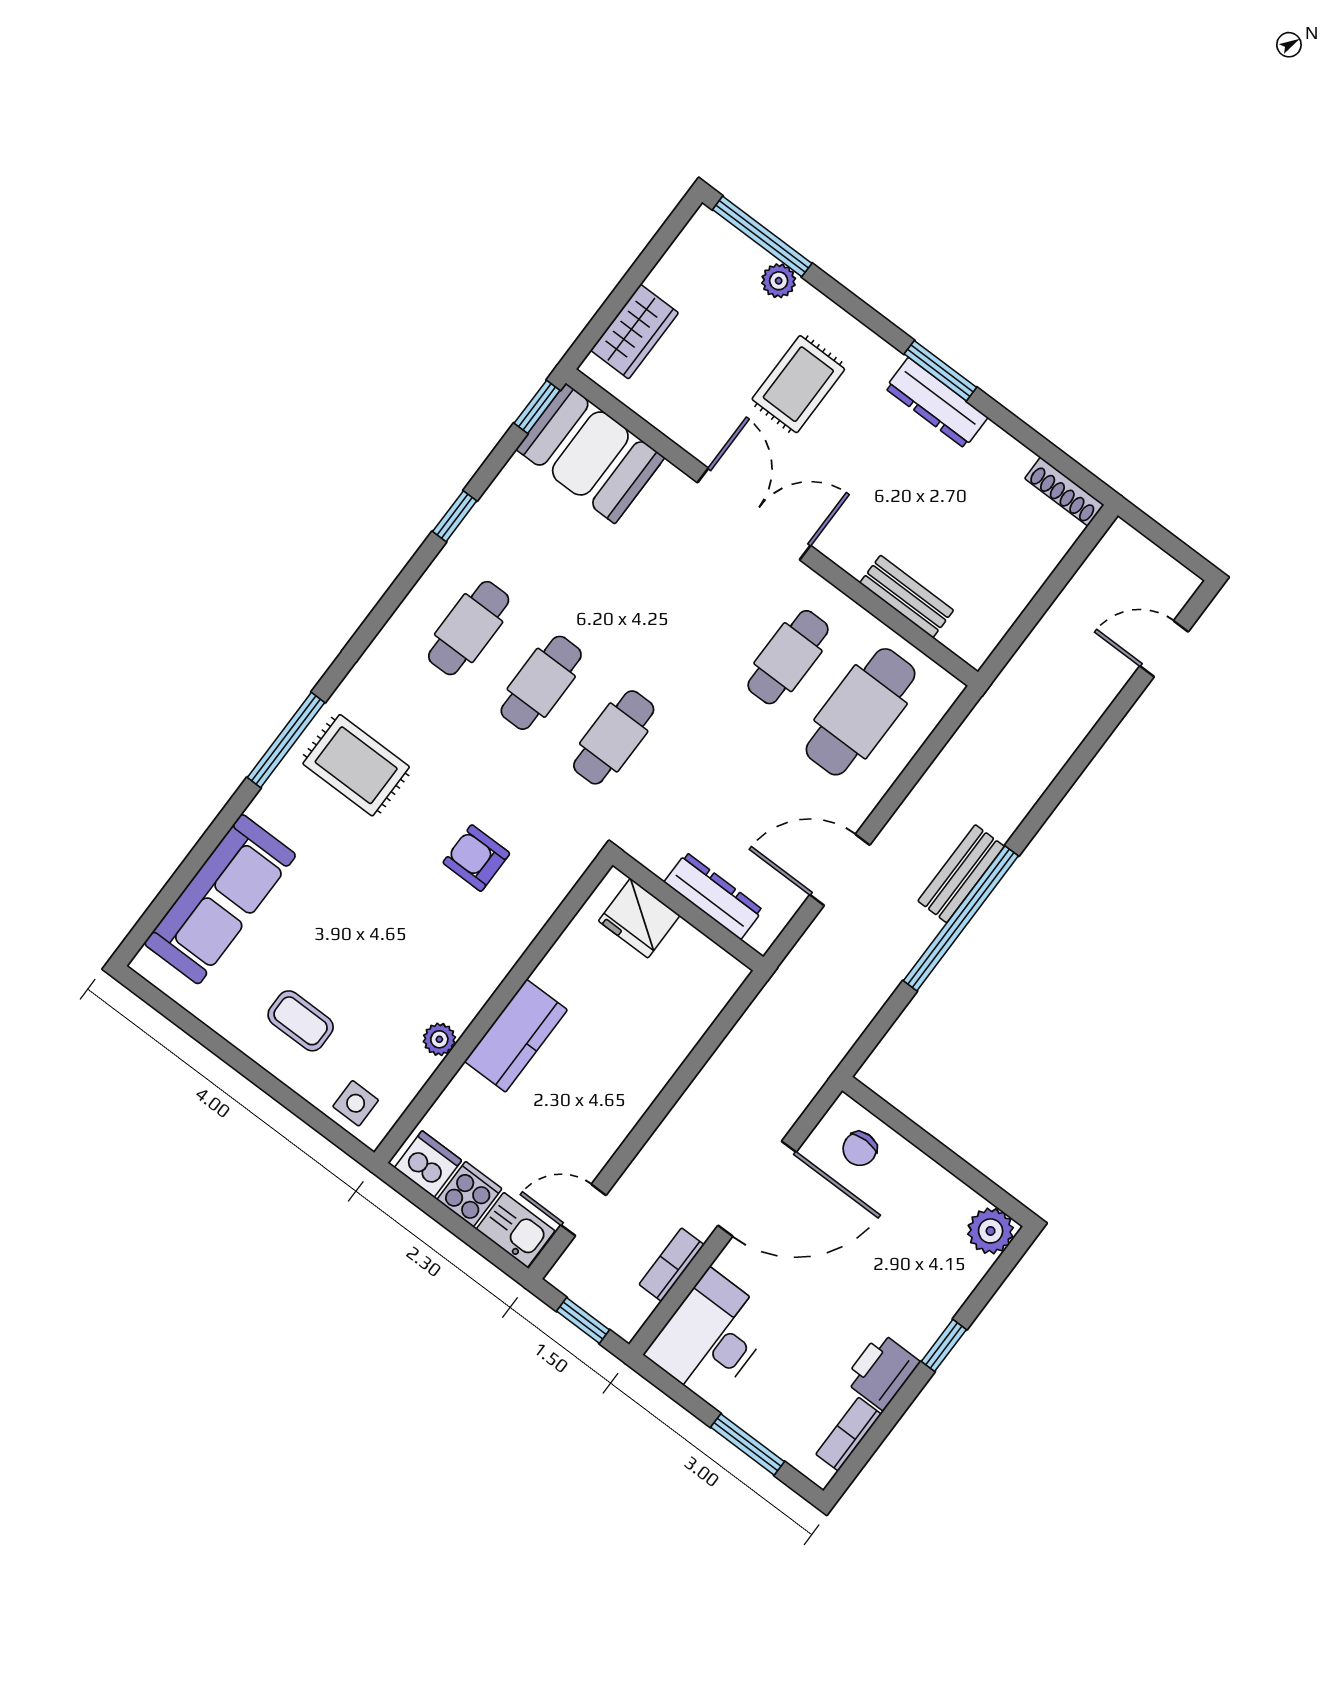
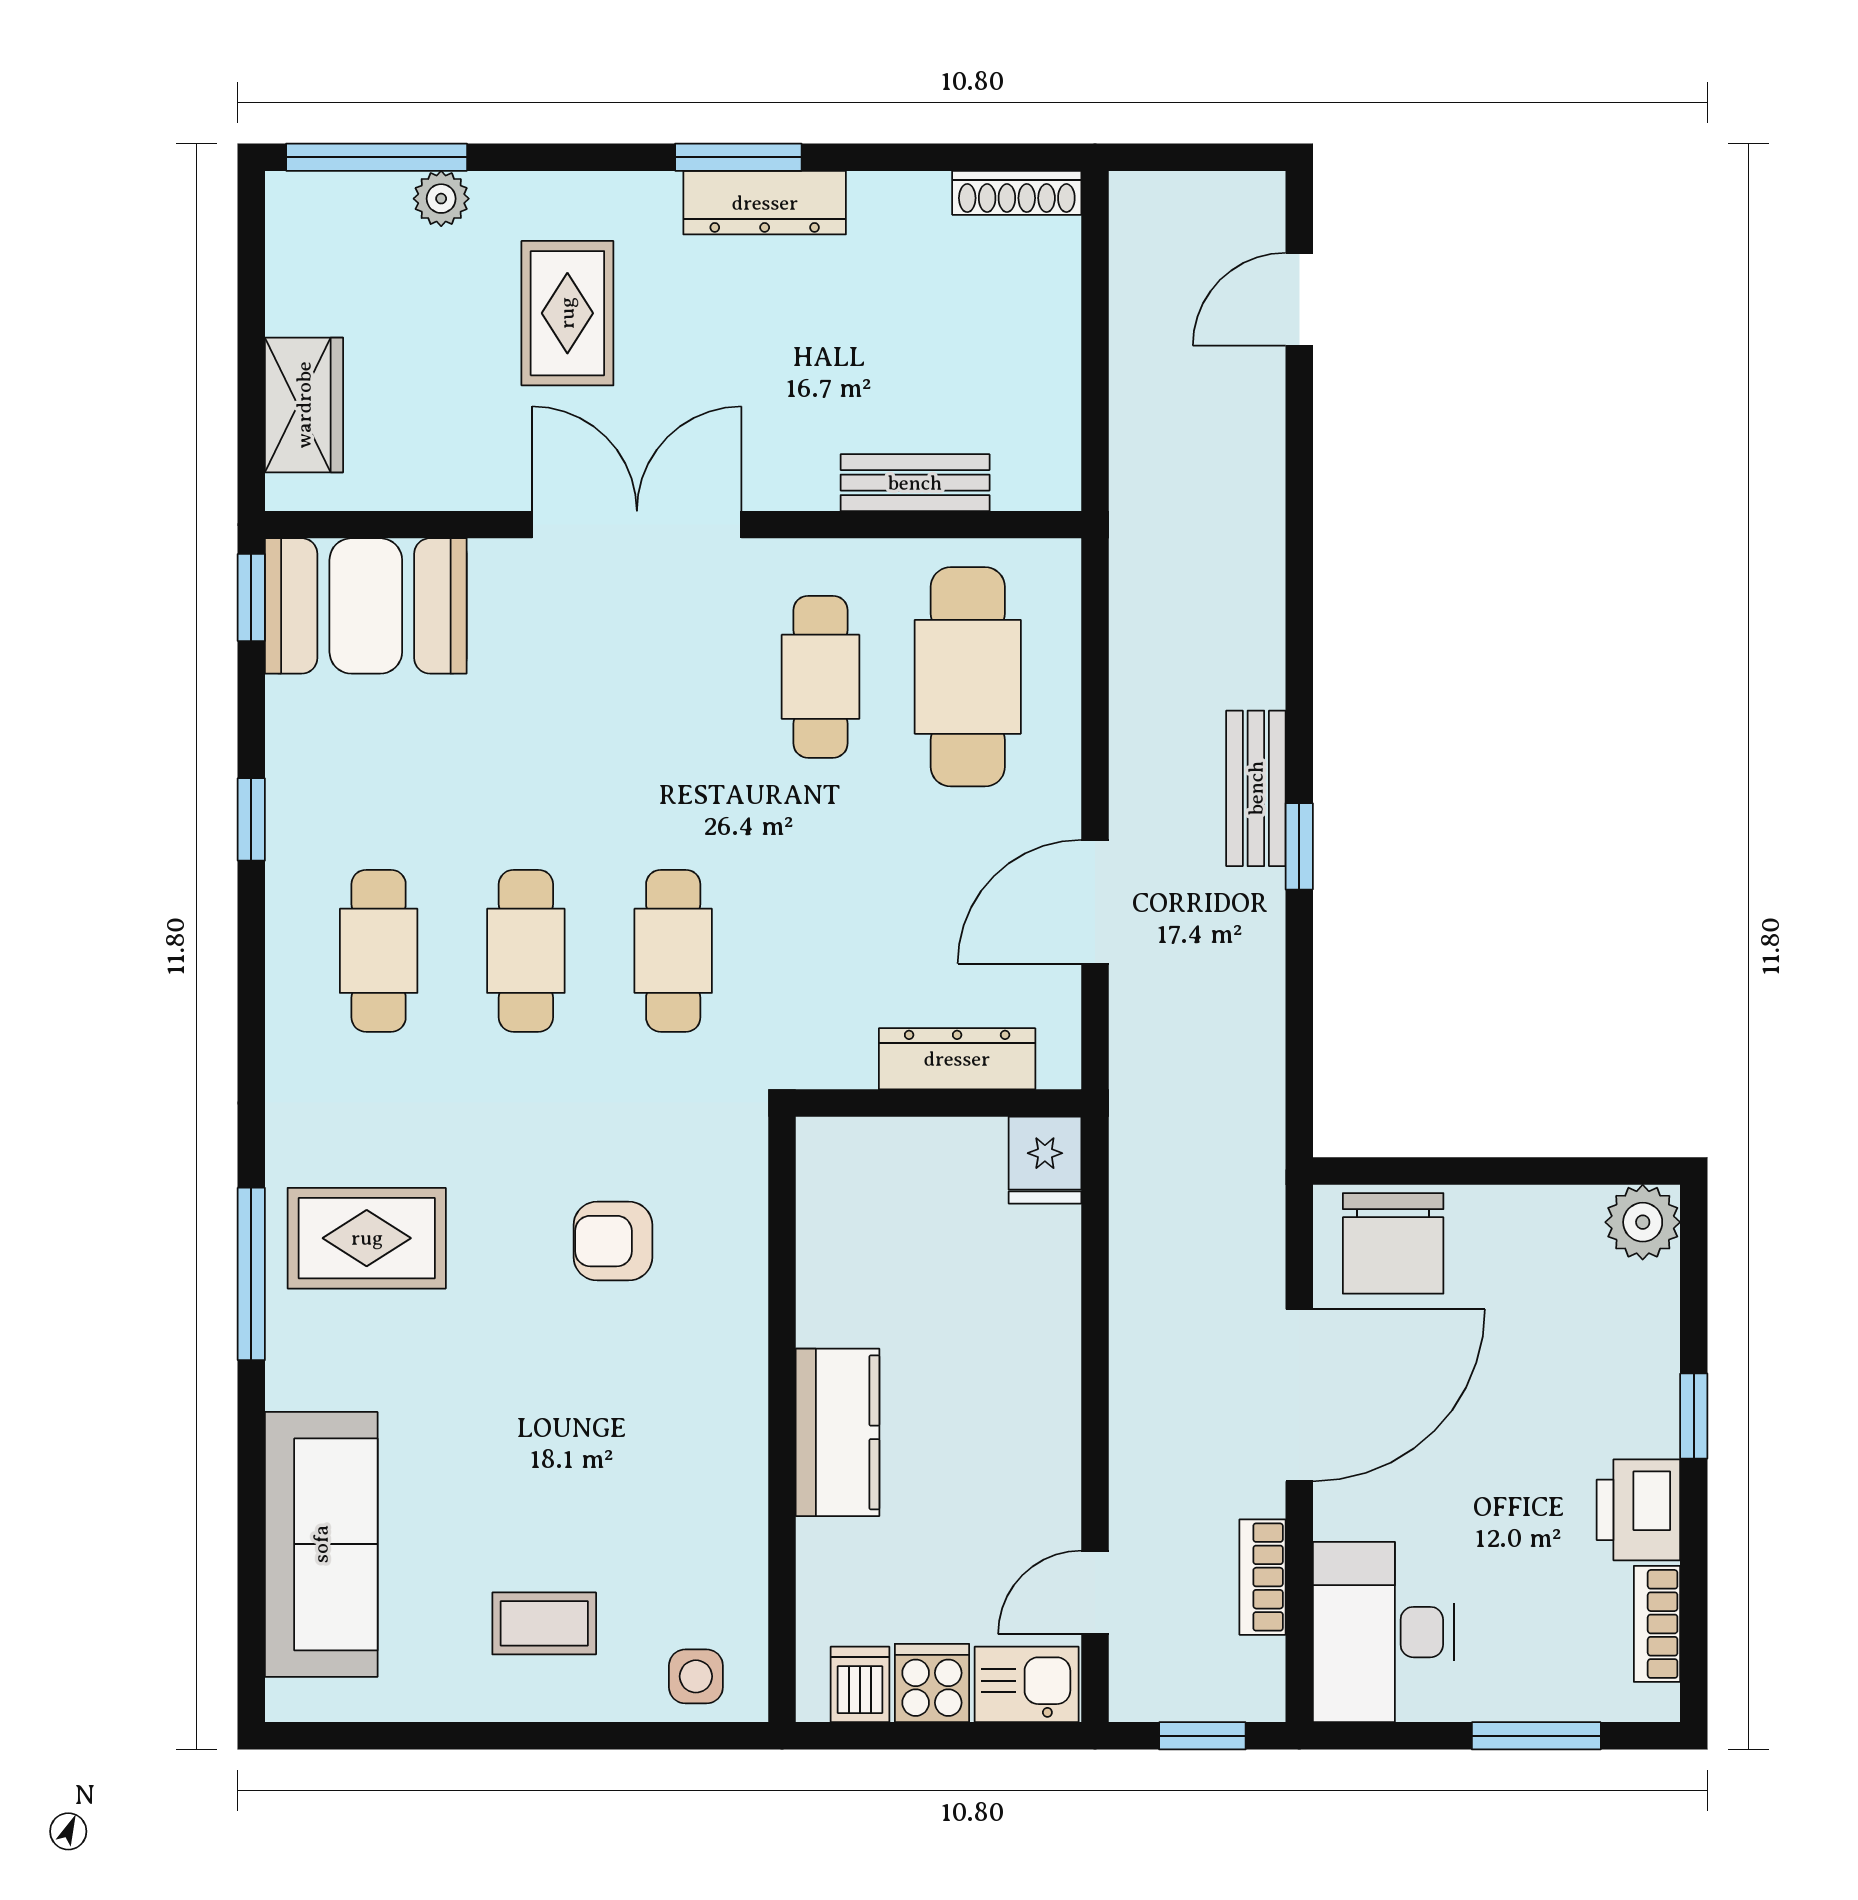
fridge: (639, 918) -> (1045, 1160), moved, width x0.72
window: (961, 918) -> (1299, 846), width x0.32
plant: (439, 1039) -> (742, 1512), removed
chair: (860, 1149) -> (1393, 1243), width x1.87, depth x1.87
dishwasher: (428, 1164) -> (860, 1684), width x0.73

